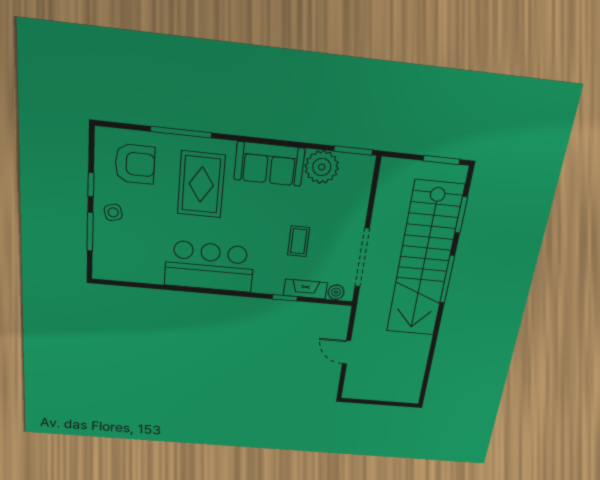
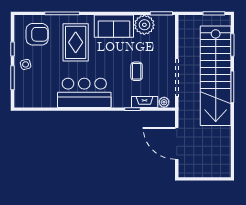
door: (346, 352) -> (177, 143), width x1.87

